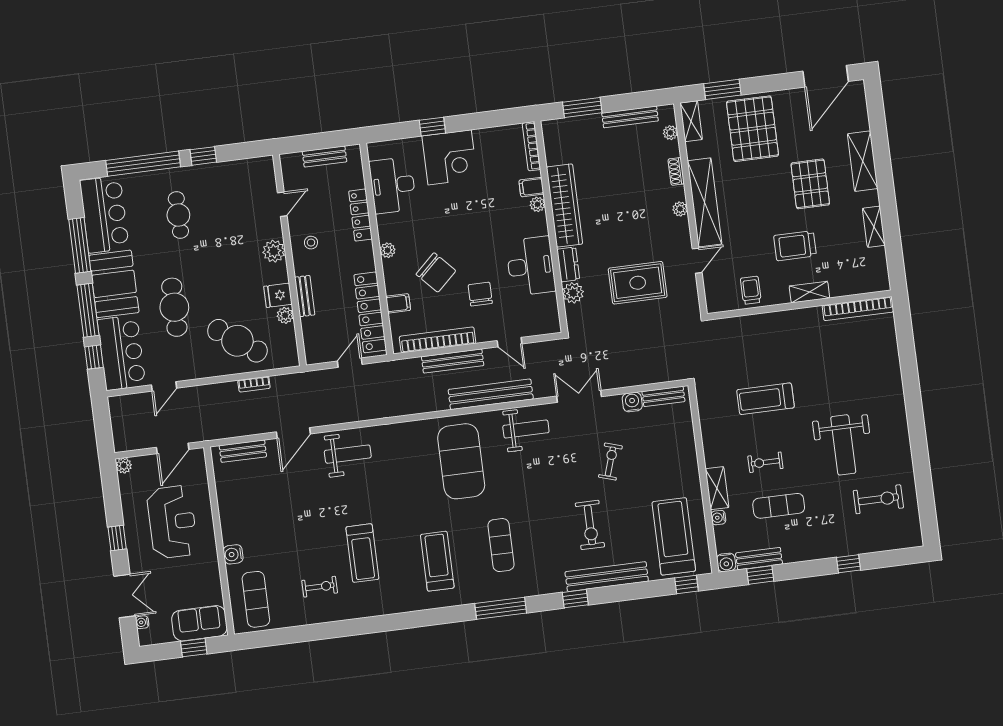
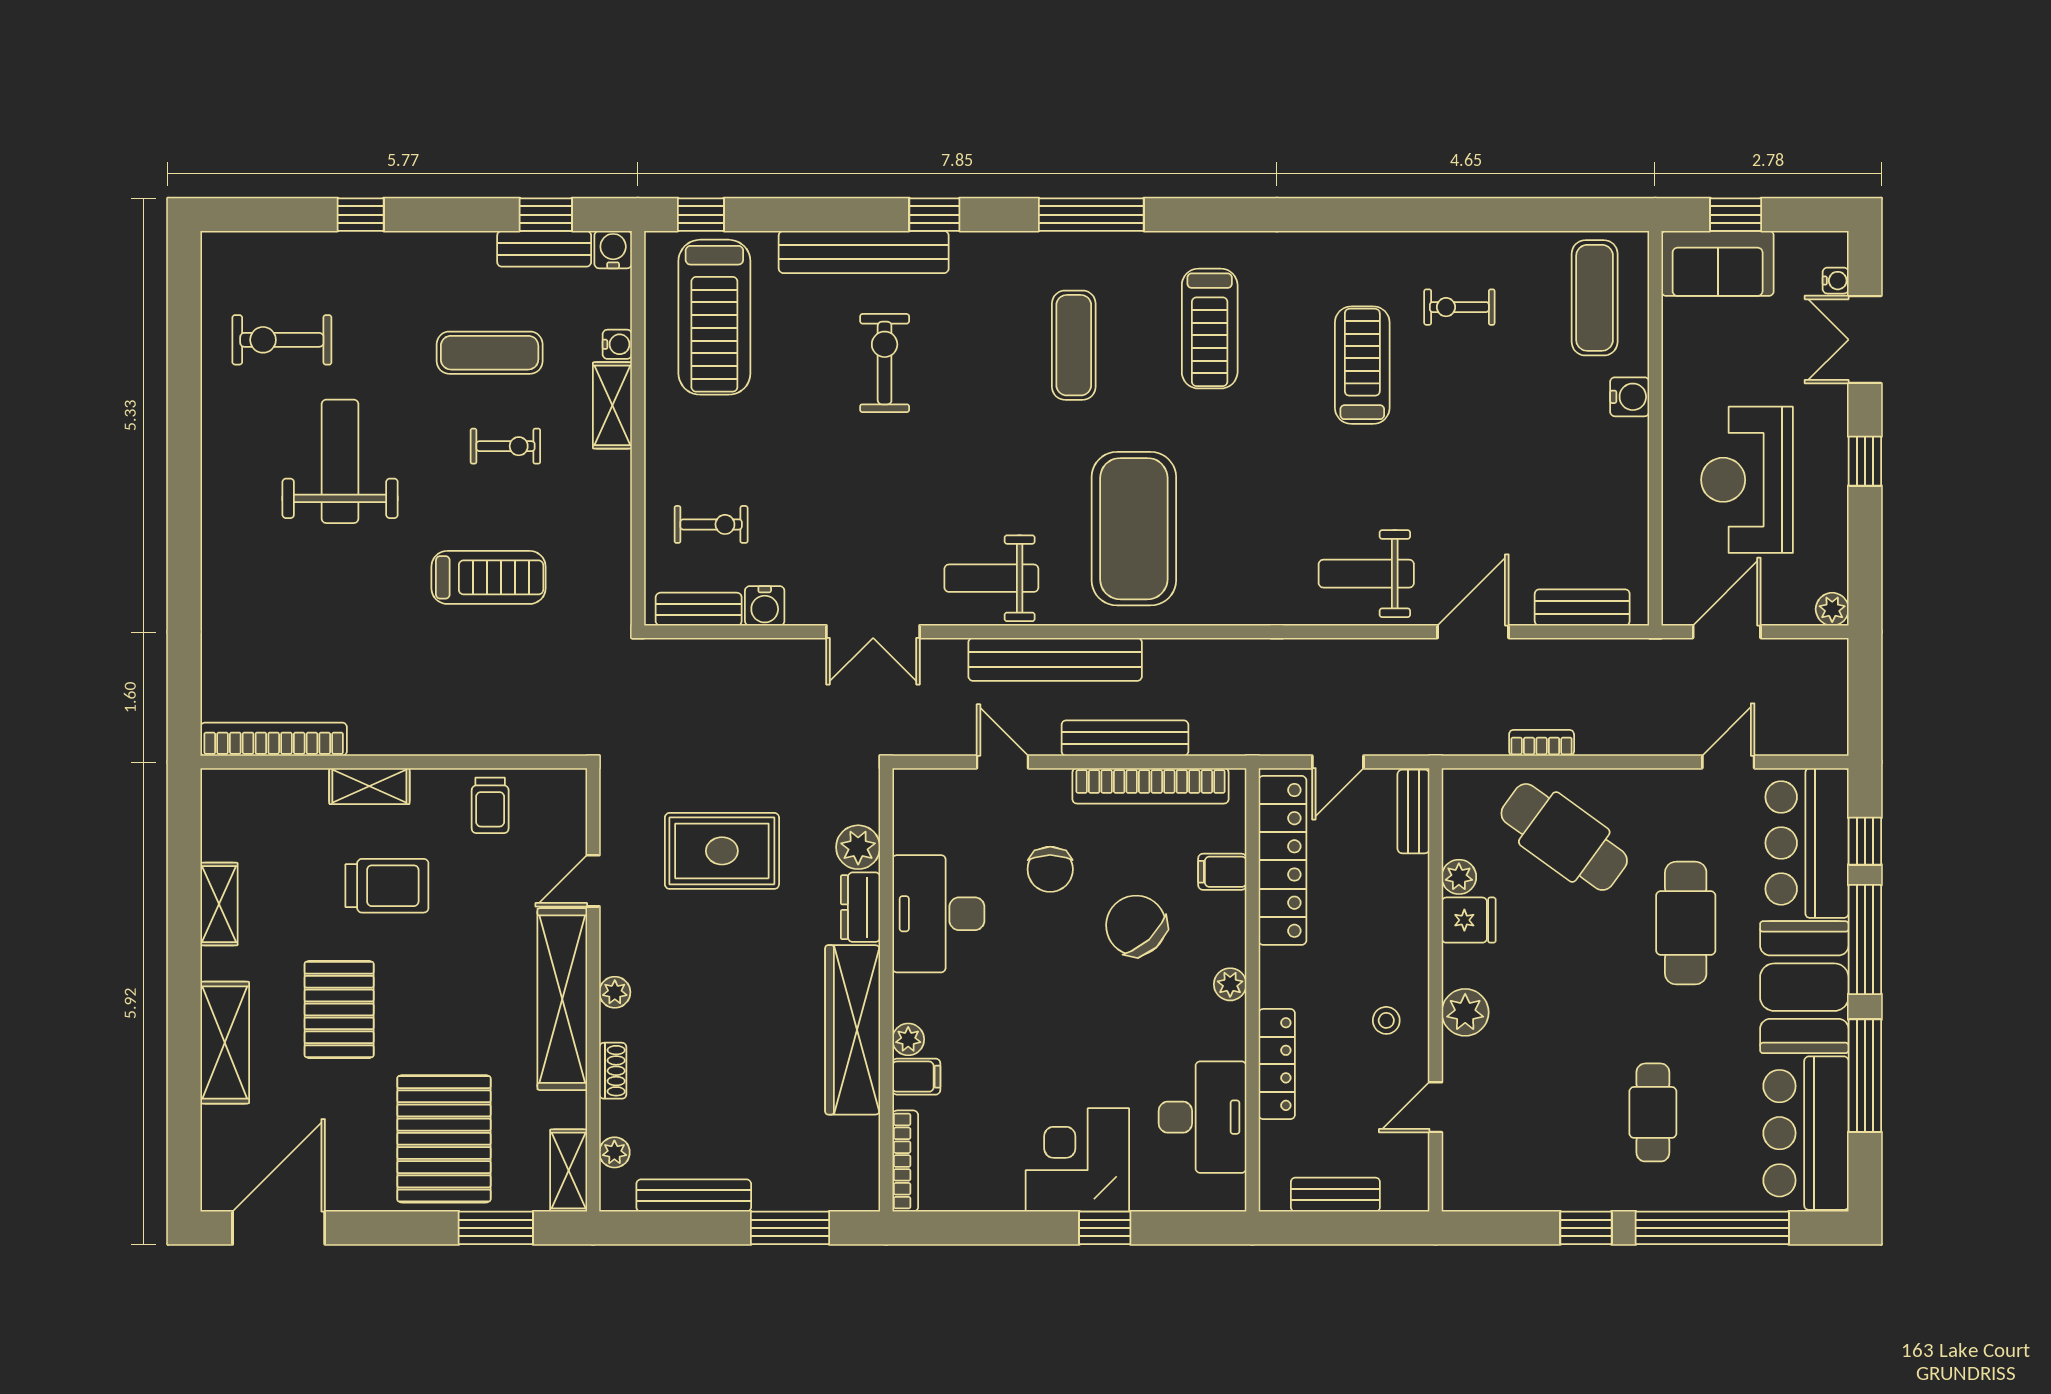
bench: (305, 296) -> (1413, 811), moved
exercise bike: (610, 462) -> (711, 524), moved, turned -108

